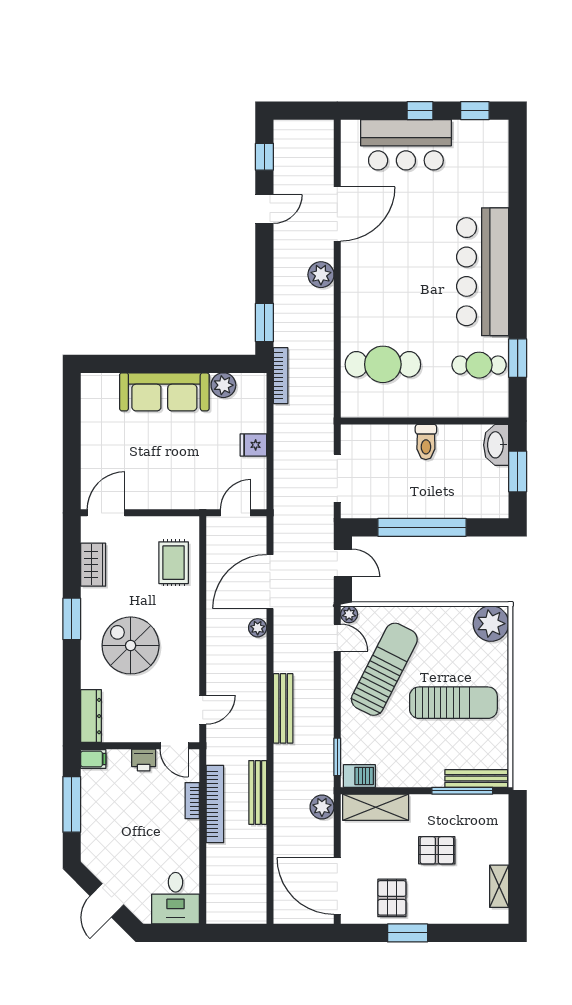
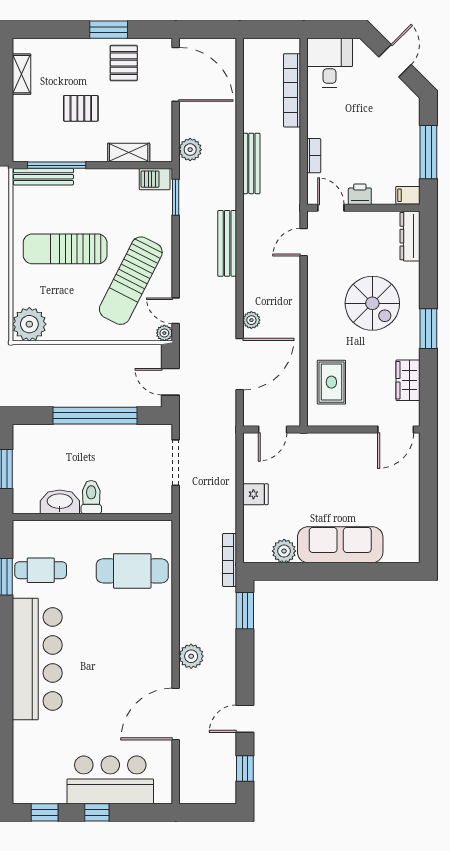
washbasin: (496, 445) -> (60, 502), moved, turned -90
bookcase: (215, 804) -> (292, 90), moved
shelving: (376, 807) -> (129, 152), width x0.67, depth x0.75

